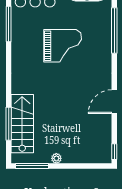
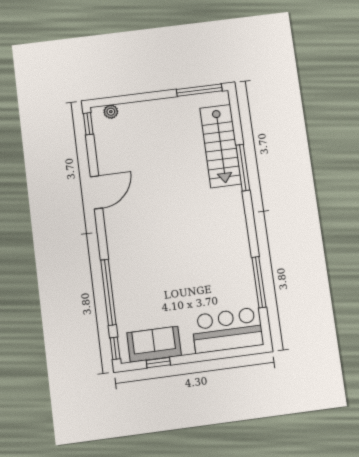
grand piano: (63, 46) -> (179, 261), removed
window: (9, 124) -> (243, 168), moved
plant: (56, 158) -> (111, 112), moved

